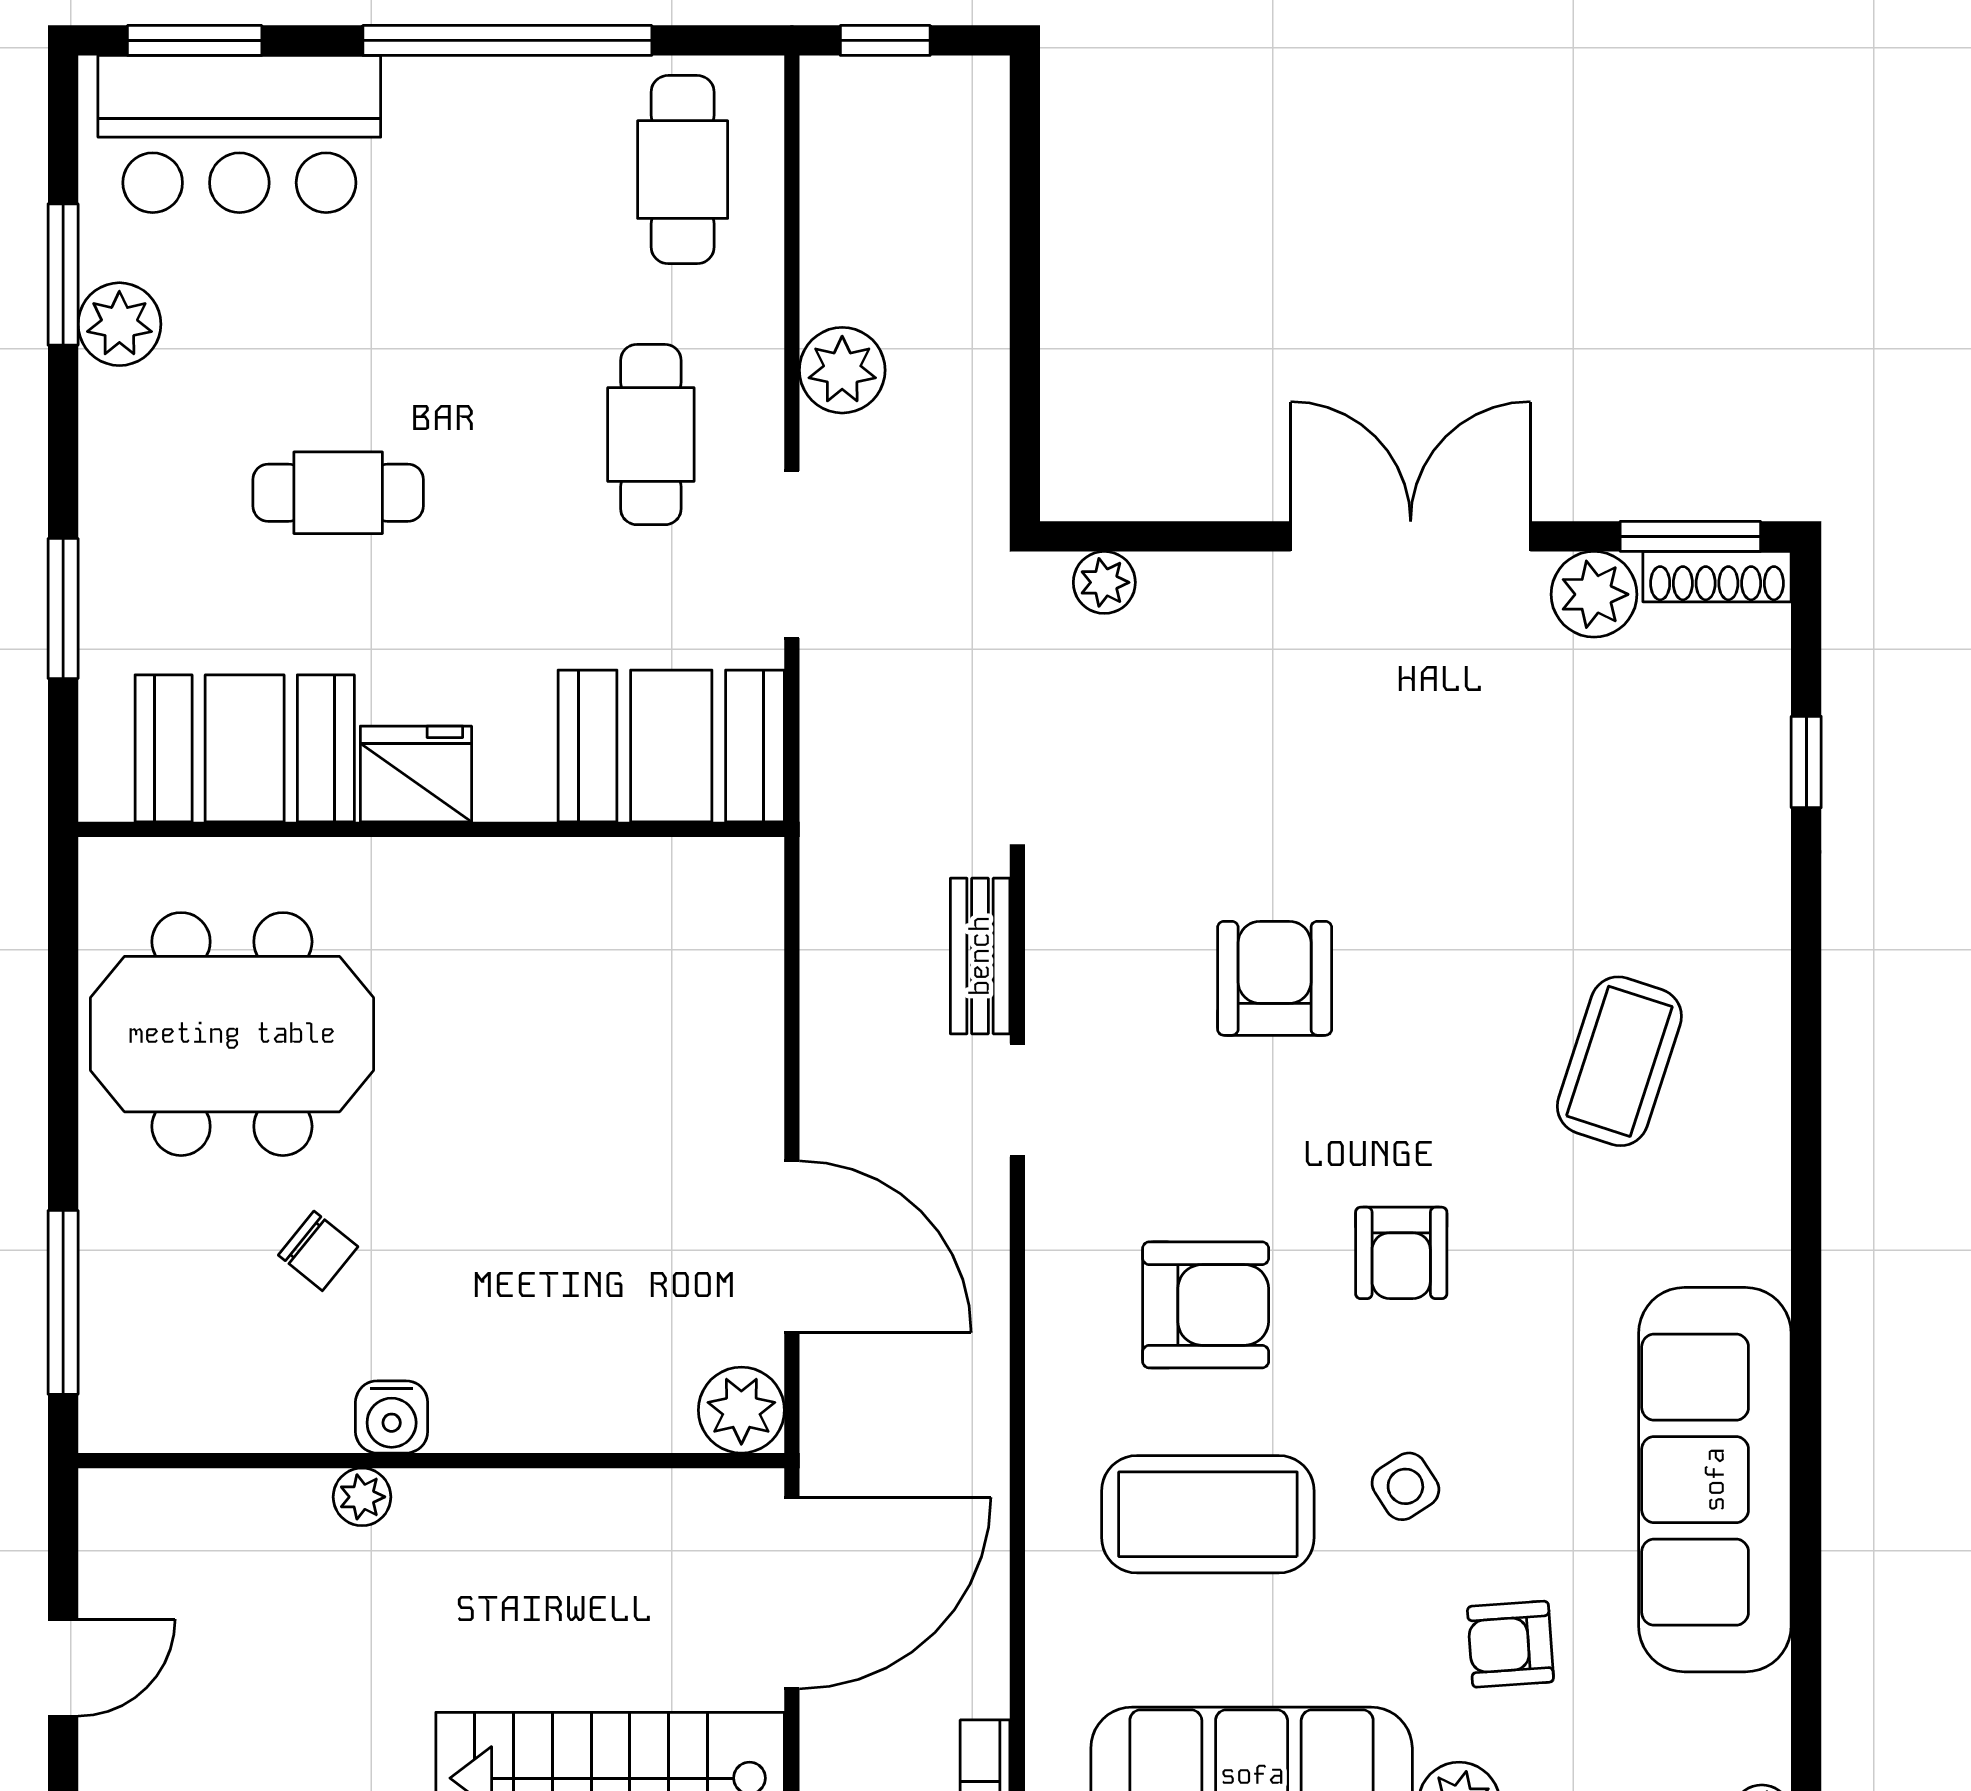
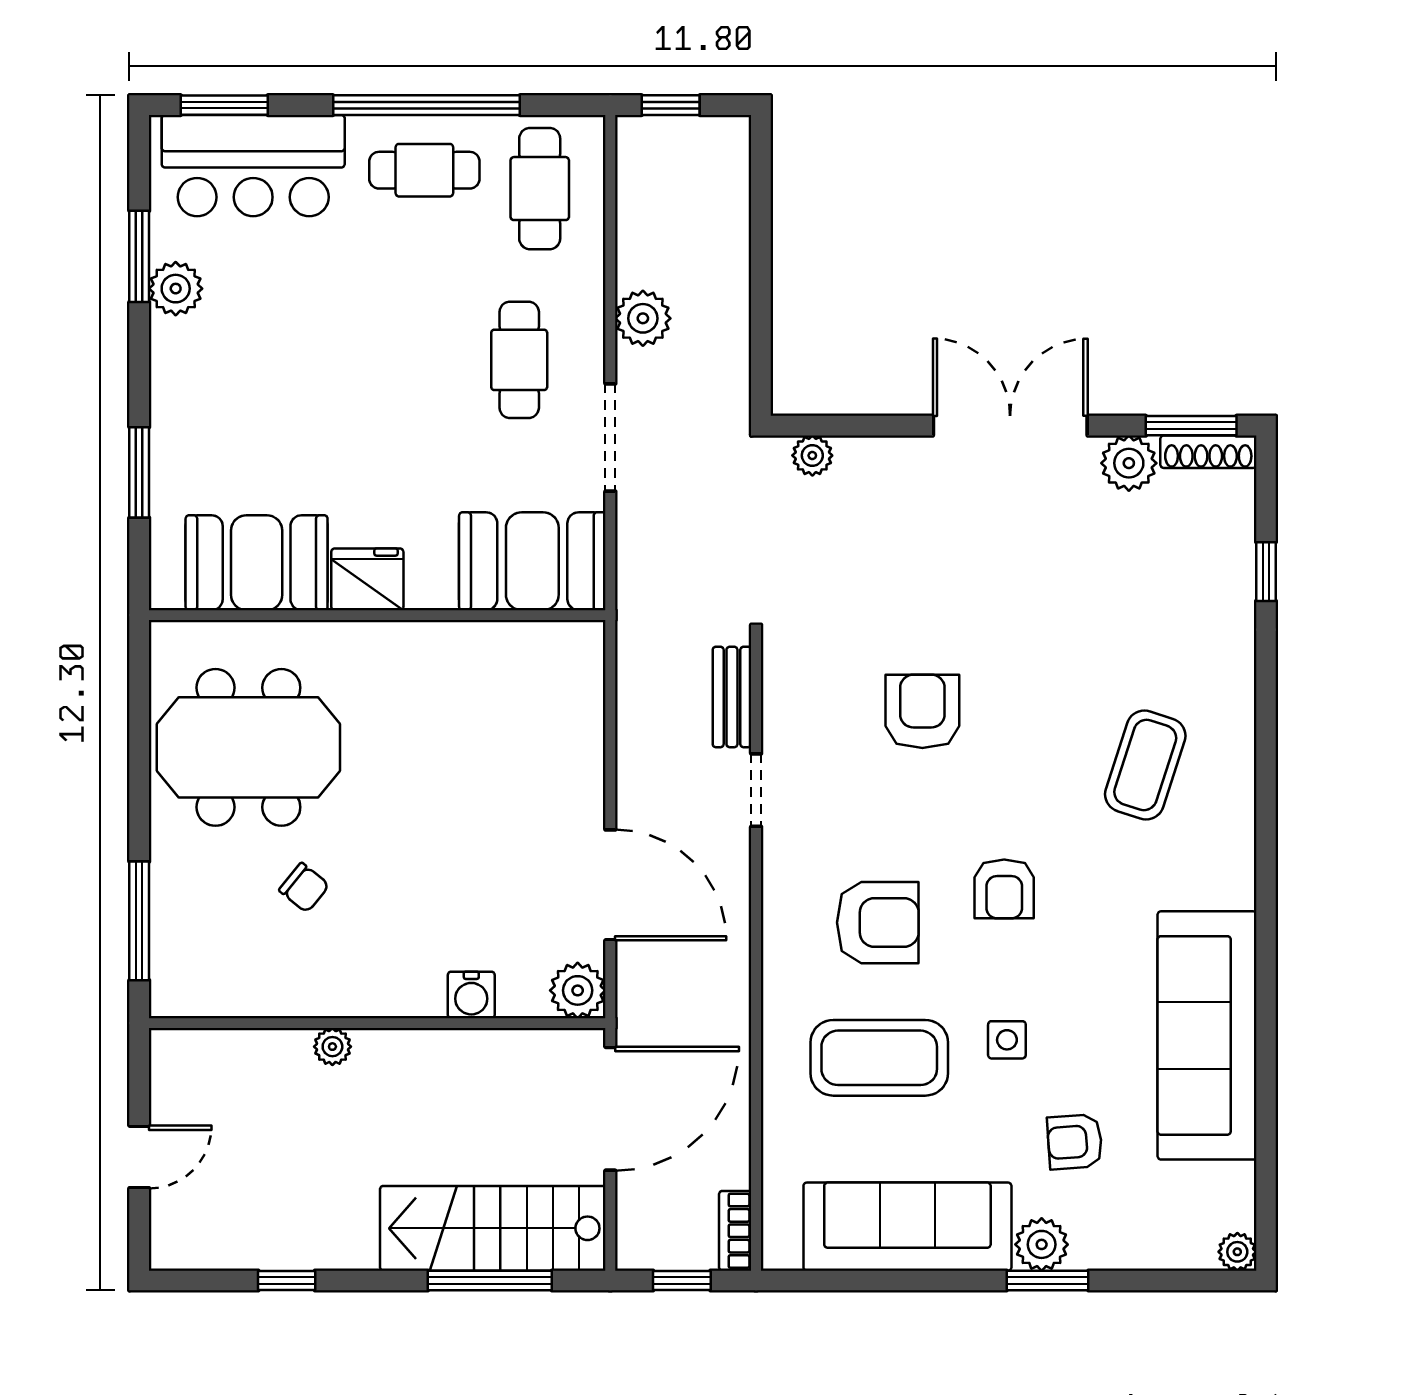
cafe table: (338, 493) -> (424, 170), moved
water cooler: (392, 1417) -> (471, 995), moved
side table: (1405, 1486) -> (1007, 1040), turned 33

